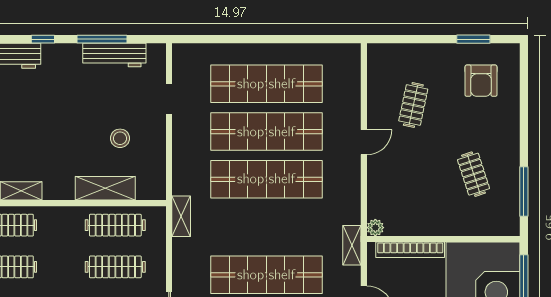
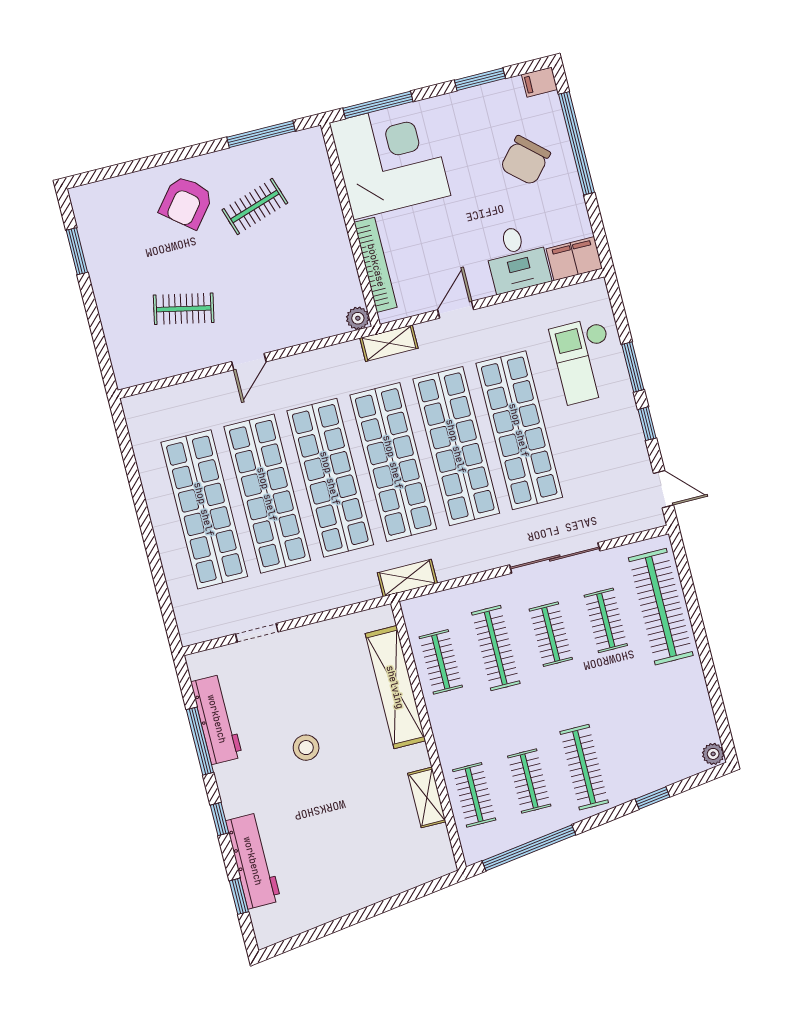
armchair: (481, 81) -> (186, 202), moved, turned 129
stool: (120, 138) -> (306, 748), moved
door: (364, 142) -> (249, 362), swing flipped
shelving: (105, 188) -> (395, 687), width x1.47
clothes rail: (115, 225) -> (441, 662), width x0.73
shop shelf: (266, 227) -> (393, 462), added

